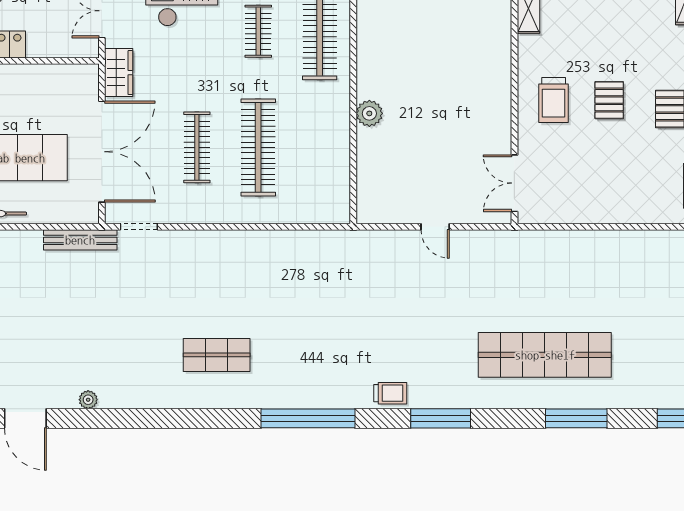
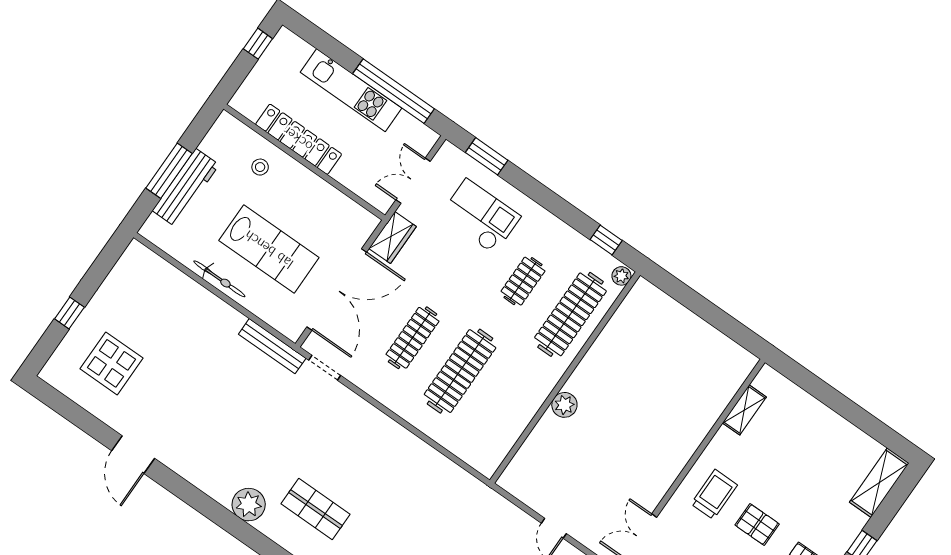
trolley: (554, 100) -> (714, 494), turned 180
pallet: (609, 100) -> (757, 525), turned 90
plant: (88, 400) -> (249, 505), moved, width x1.87, depth x1.87

